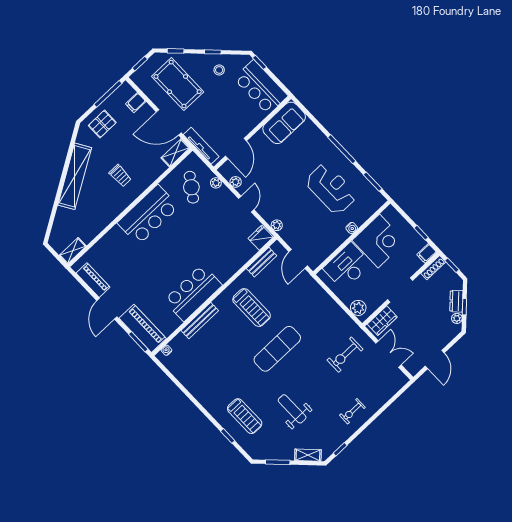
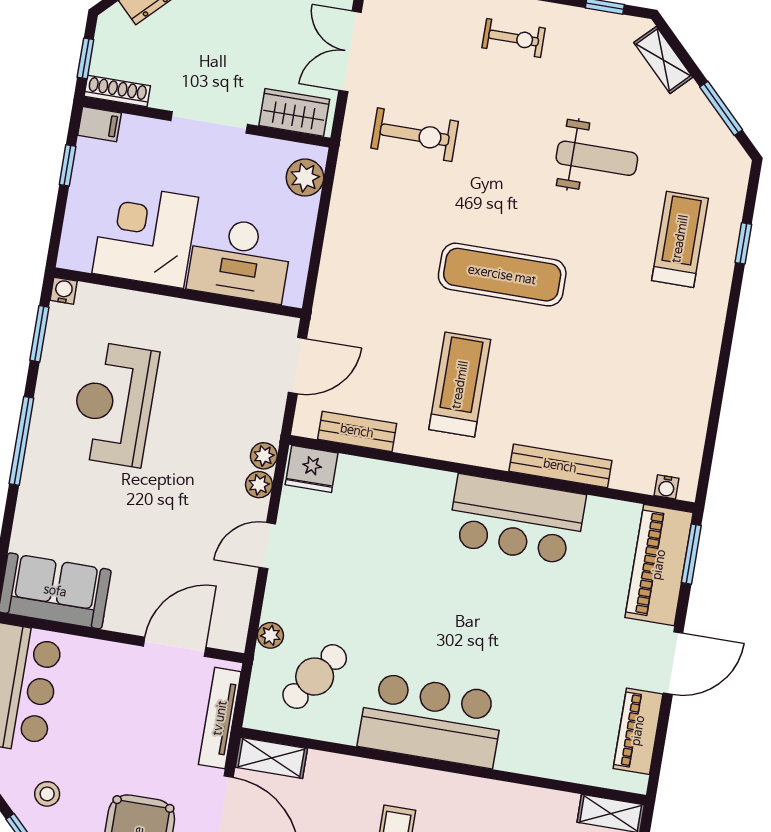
plant: (236, 182) -> (259, 485), moved
water cooler: (352, 228) -> (64, 291), moved
weight bench: (292, 409) -> (597, 158), turned -90

